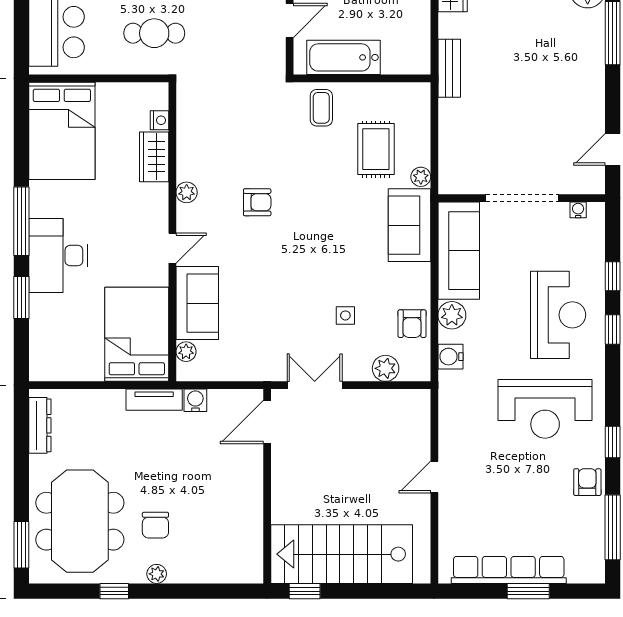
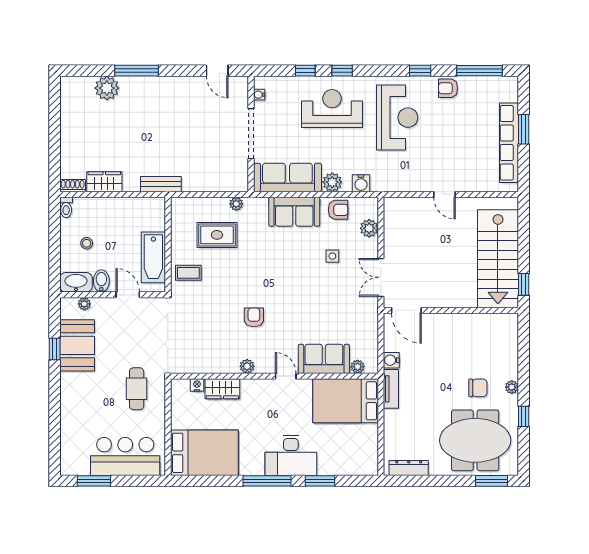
sofa: (409, 225) -> (294, 212), moved

